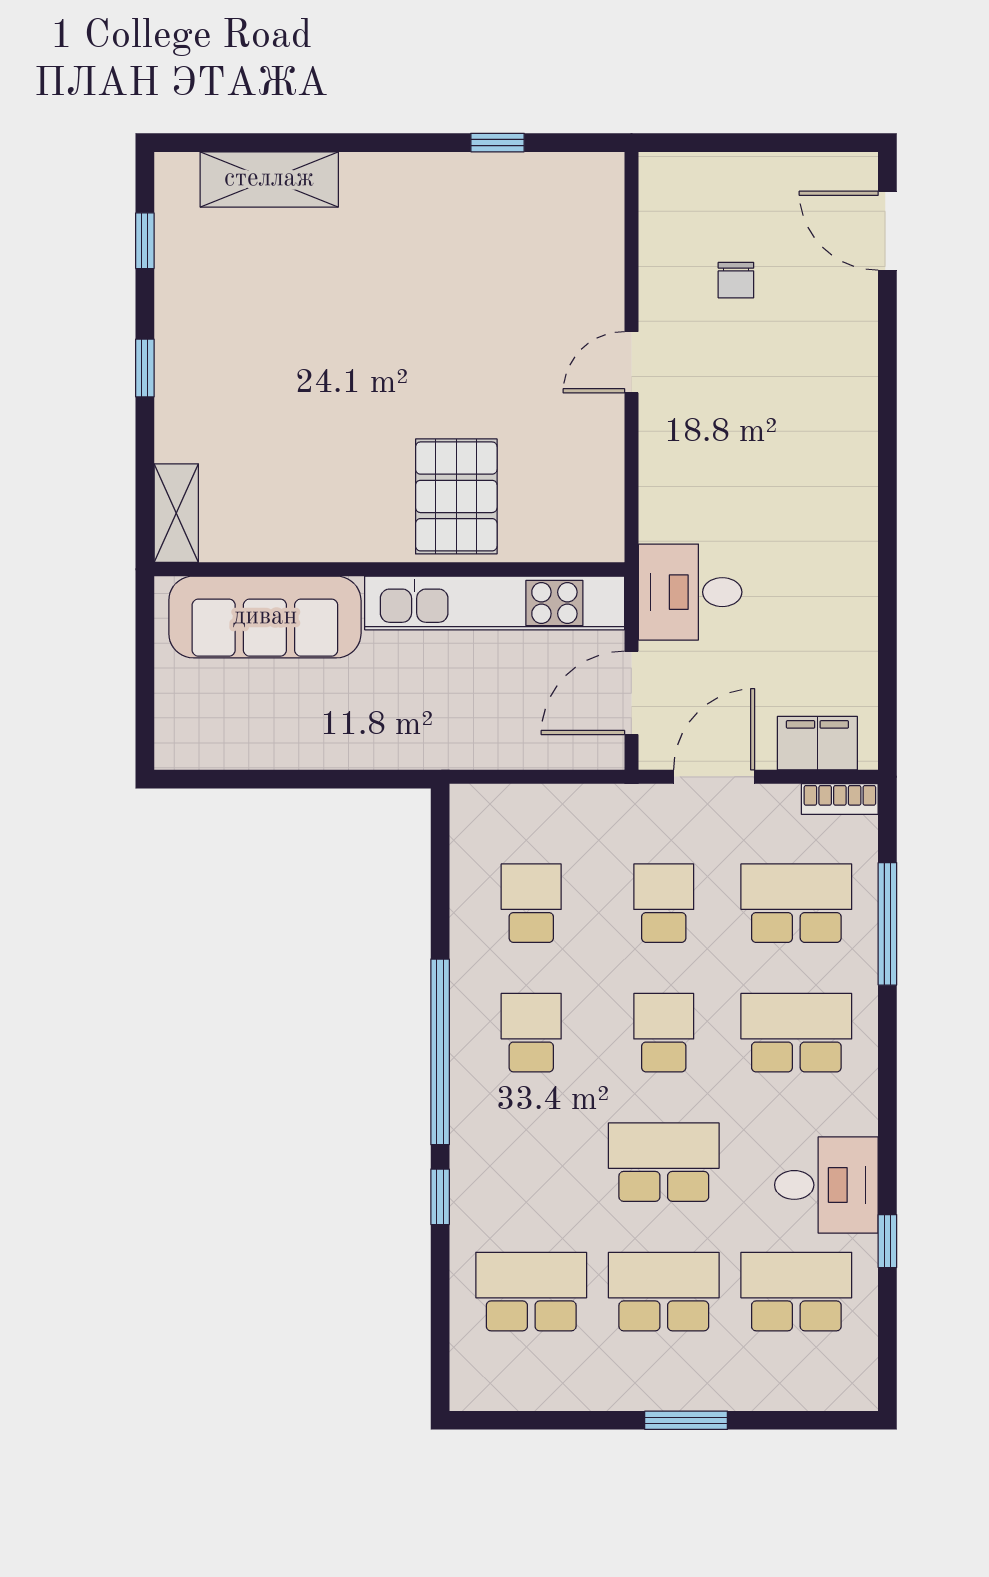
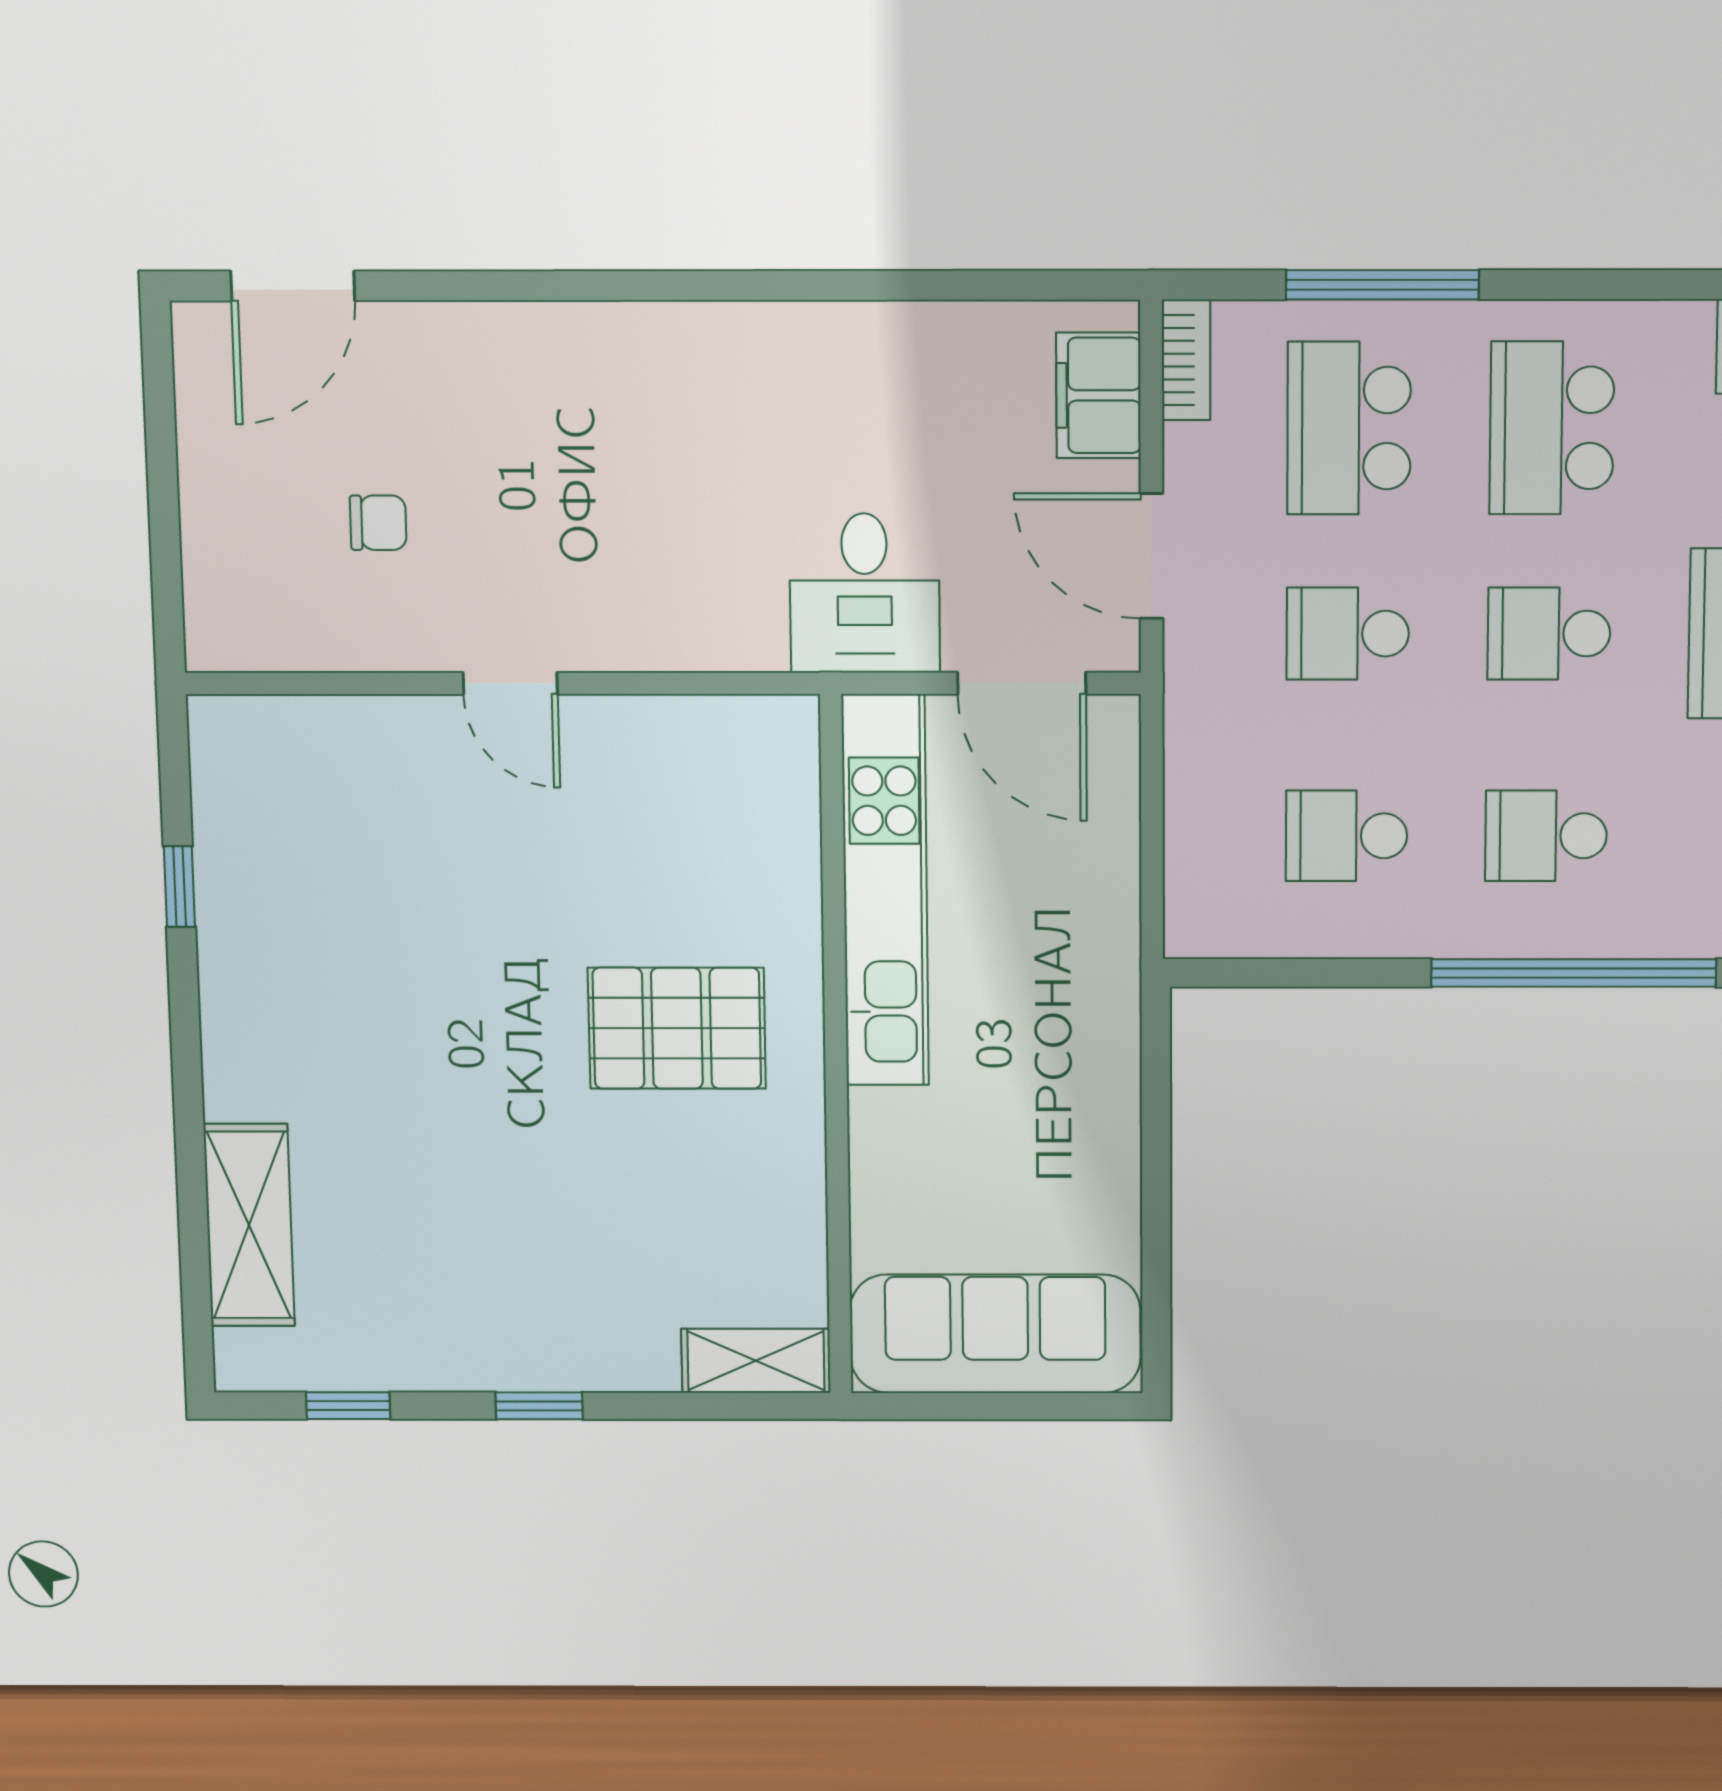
pallet: (456, 496) -> (677, 1028), moved
sofa: (265, 617) -> (995, 1334), moved, turned -90

